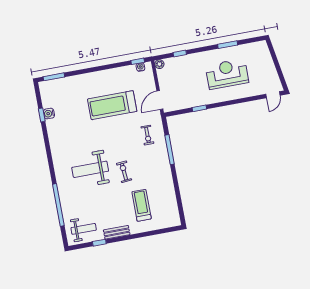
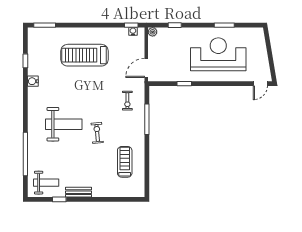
reception desk: (227, 74) -> (218, 54), width x1.36, depth x1.30
treadmill: (112, 105) -> (85, 55), moved
water cooler: (49, 114) -> (33, 81), moved
weight bench: (90, 169) -> (64, 124), turned 180
treadmill: (142, 205) -> (125, 162), moved

